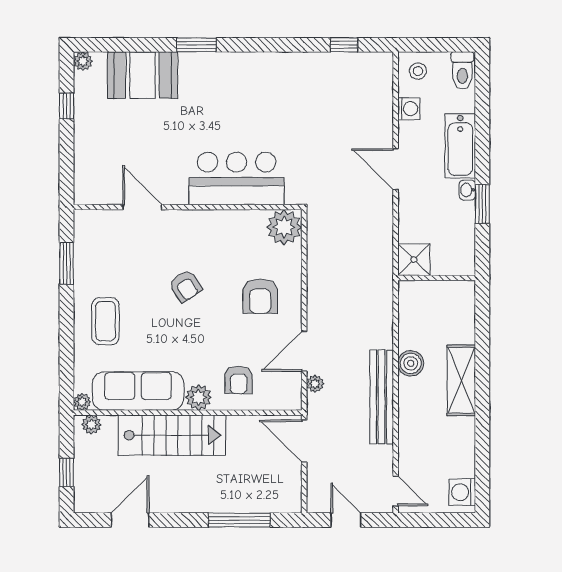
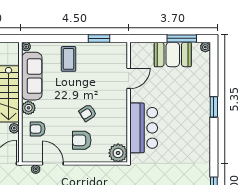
booth: (142, 75) -> (173, 54), moved, turned 90
window: (67, 106) -> (182, 38), width x2.17
armchair: (185, 286) -> (88, 113), moved
coffee table: (105, 321) -> (69, 59), turned 90
plant: (91, 425) -> (14, 128), moved

